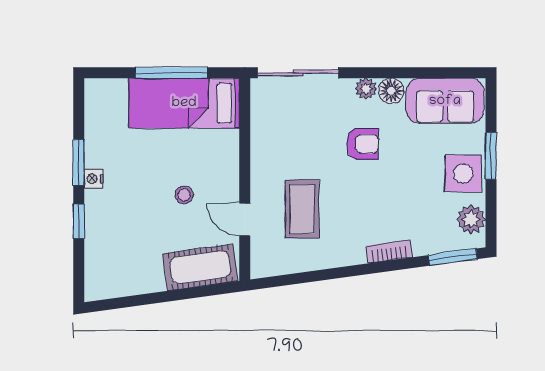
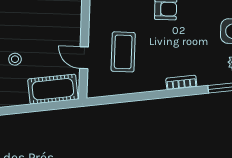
stool: (184, 195) -> (15, 59), moved

